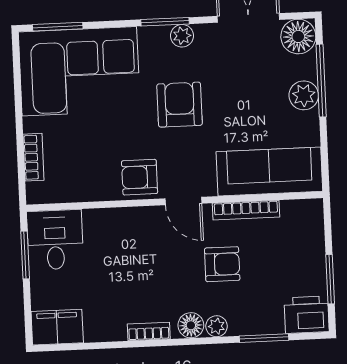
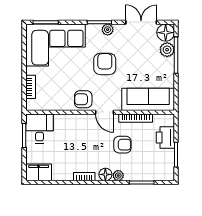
plant: (304, 95) -> (167, 50), moved
printer: (307, 315) -> (165, 138), moved, turned -90

